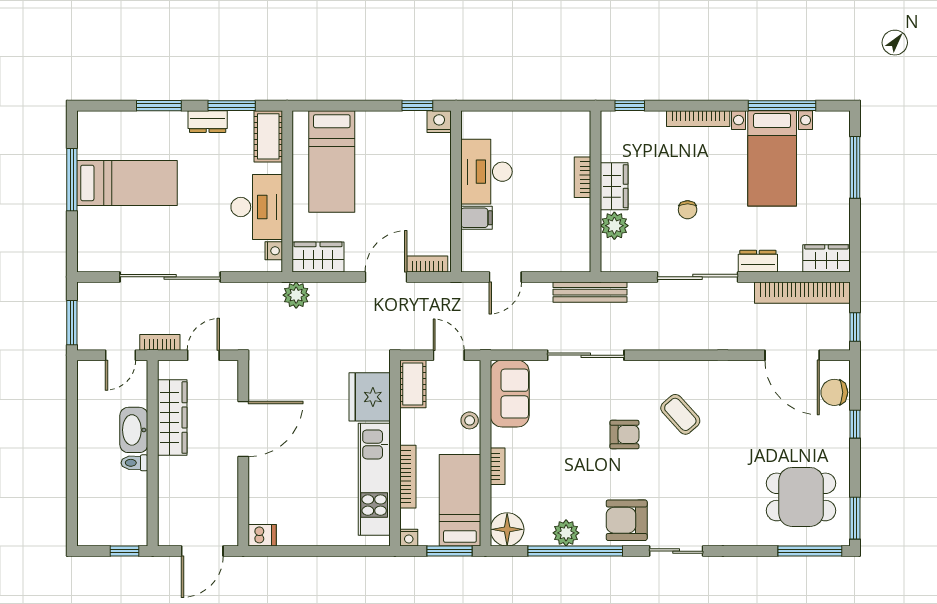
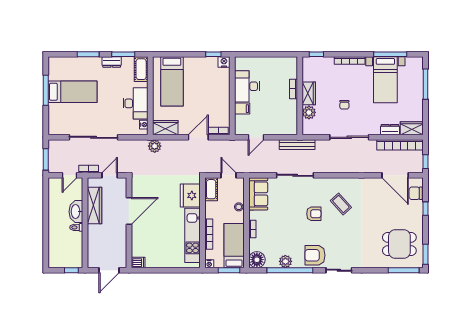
dresser: (758, 261) -> (390, 130), moved

